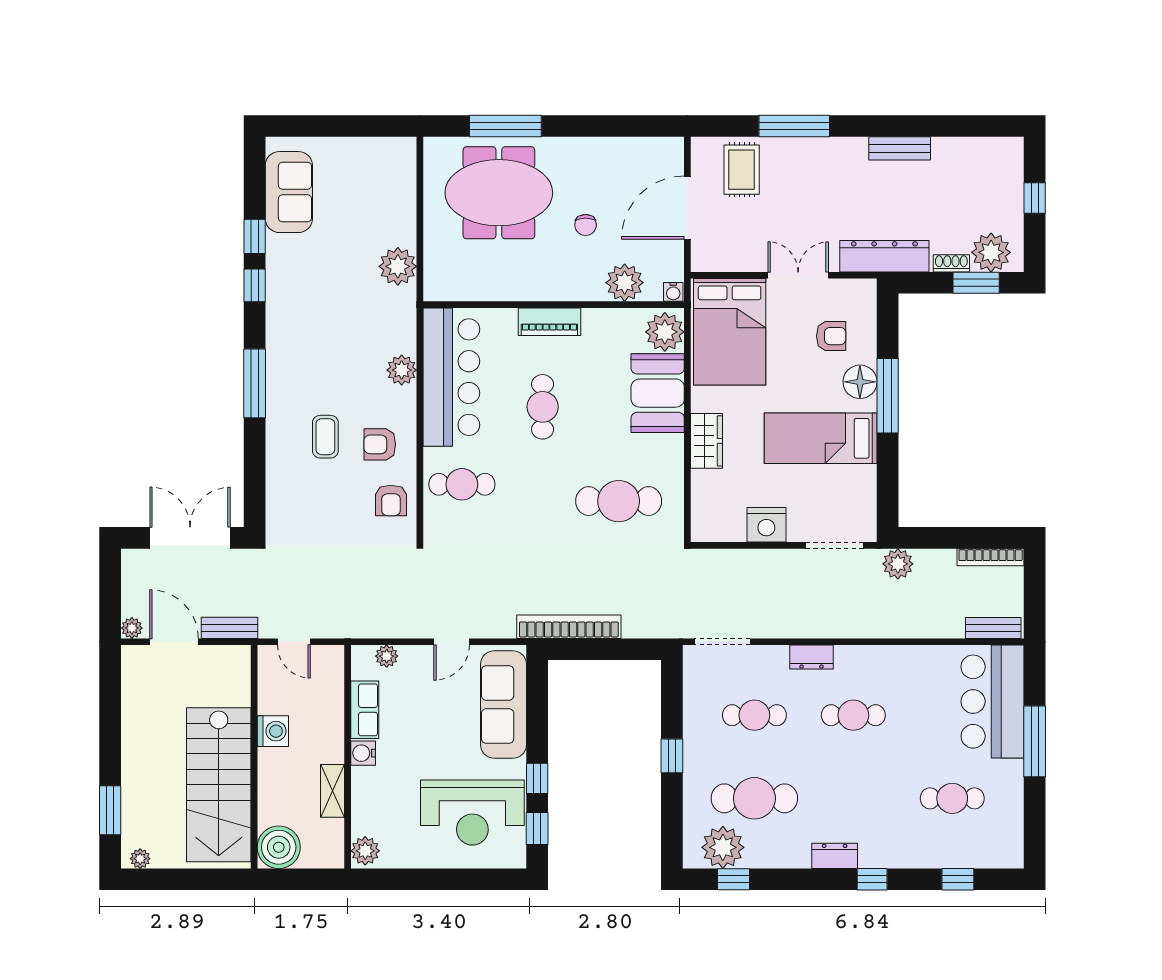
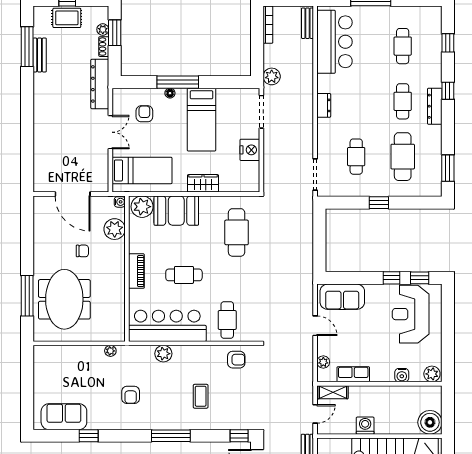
window: (794, 126) -> (27, 47), moved
bench: (900, 148) -> (40, 55), moved
rug: (742, 170) -> (67, 18), moved
plant: (991, 252) -> (103, 29), width x0.53, depth x0.53
plant: (398, 266) -> (110, 351), width x0.53, depth x0.53
double door: (798, 275) -> (110, 132), swing flipped
window: (255, 285) -> (239, 436), moved
bed: (730, 332) -> (142, 170), width x0.67
floor lamp: (860, 382) -> (170, 93), width x0.53, depth x0.53
coffee table: (325, 437) -> (201, 396), turned 90
armchair: (380, 444) -> (131, 395), moved
bookcase: (569, 627) -> (307, 260), removed
dresser: (811, 657) -> (324, 105), moved
bar counter: (993, 702) -> (335, 42), moved, turned -90
sofa: (504, 705) -> (342, 297), width x0.73
cafe table: (853, 715) -> (403, 101), moved
water cooler: (363, 753) -> (402, 375), moved
shelving: (333, 791) -> (333, 392), moved
reception desk: (472, 813) -> (411, 314), turned 180
plant: (723, 847) -> (430, 174), removed
dresser: (835, 856) -> (435, 106), width x1.44
window: (734, 879) -> (448, 168), width x1.50

